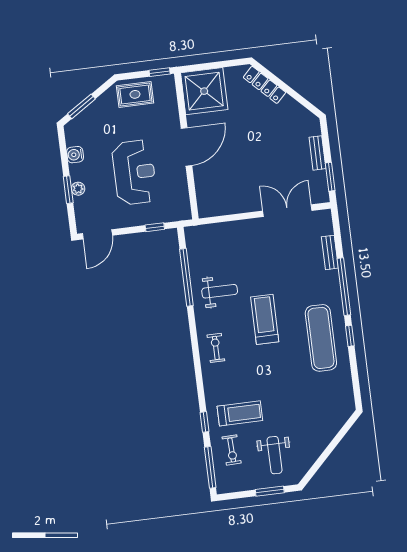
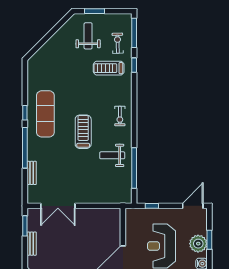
plant: (78, 189) -> (198, 244), width x1.88, depth x1.88
treadmill: (265, 319) -> (83, 132), turned 180

